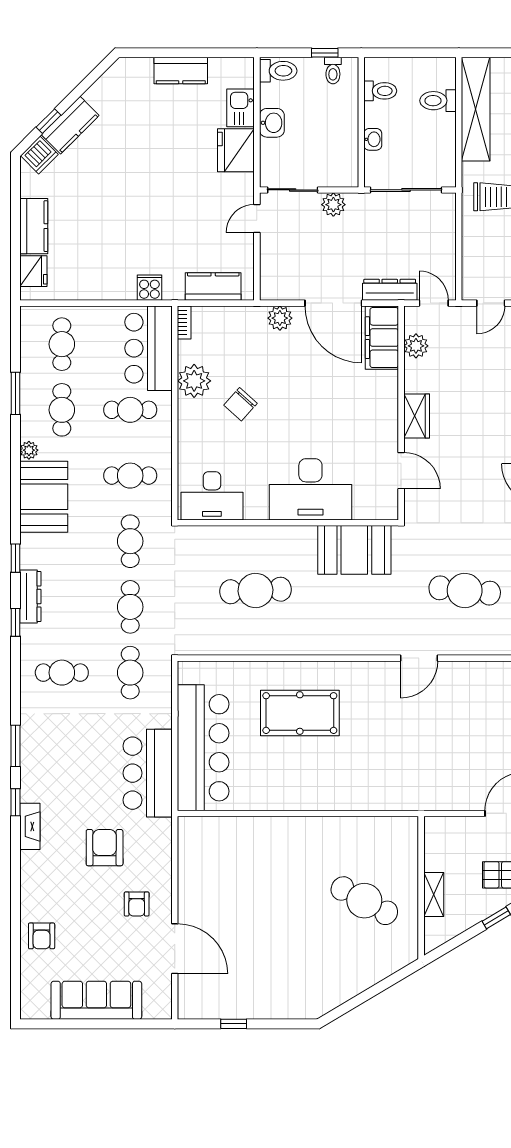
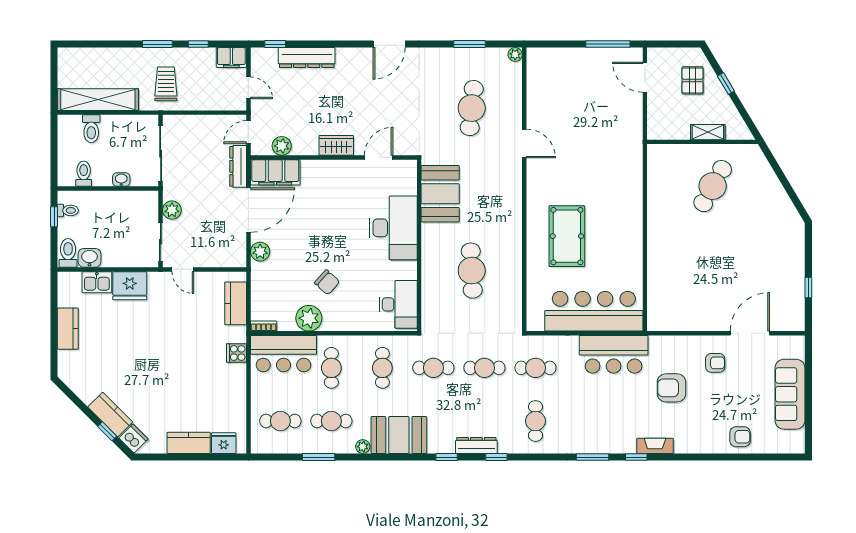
washbasin: (272, 123) -> (89, 258), moved

